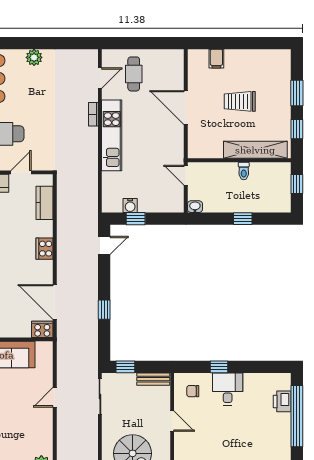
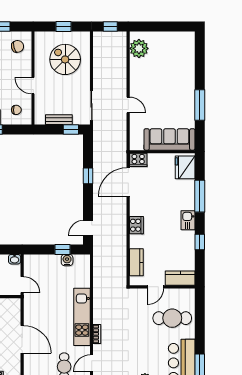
door: (55, 302) -> (128, 182), swing flipped
bench: (153, 379) -> (59, 120), moved
door: (55, 397) -> (128, 105), hinge flipped

